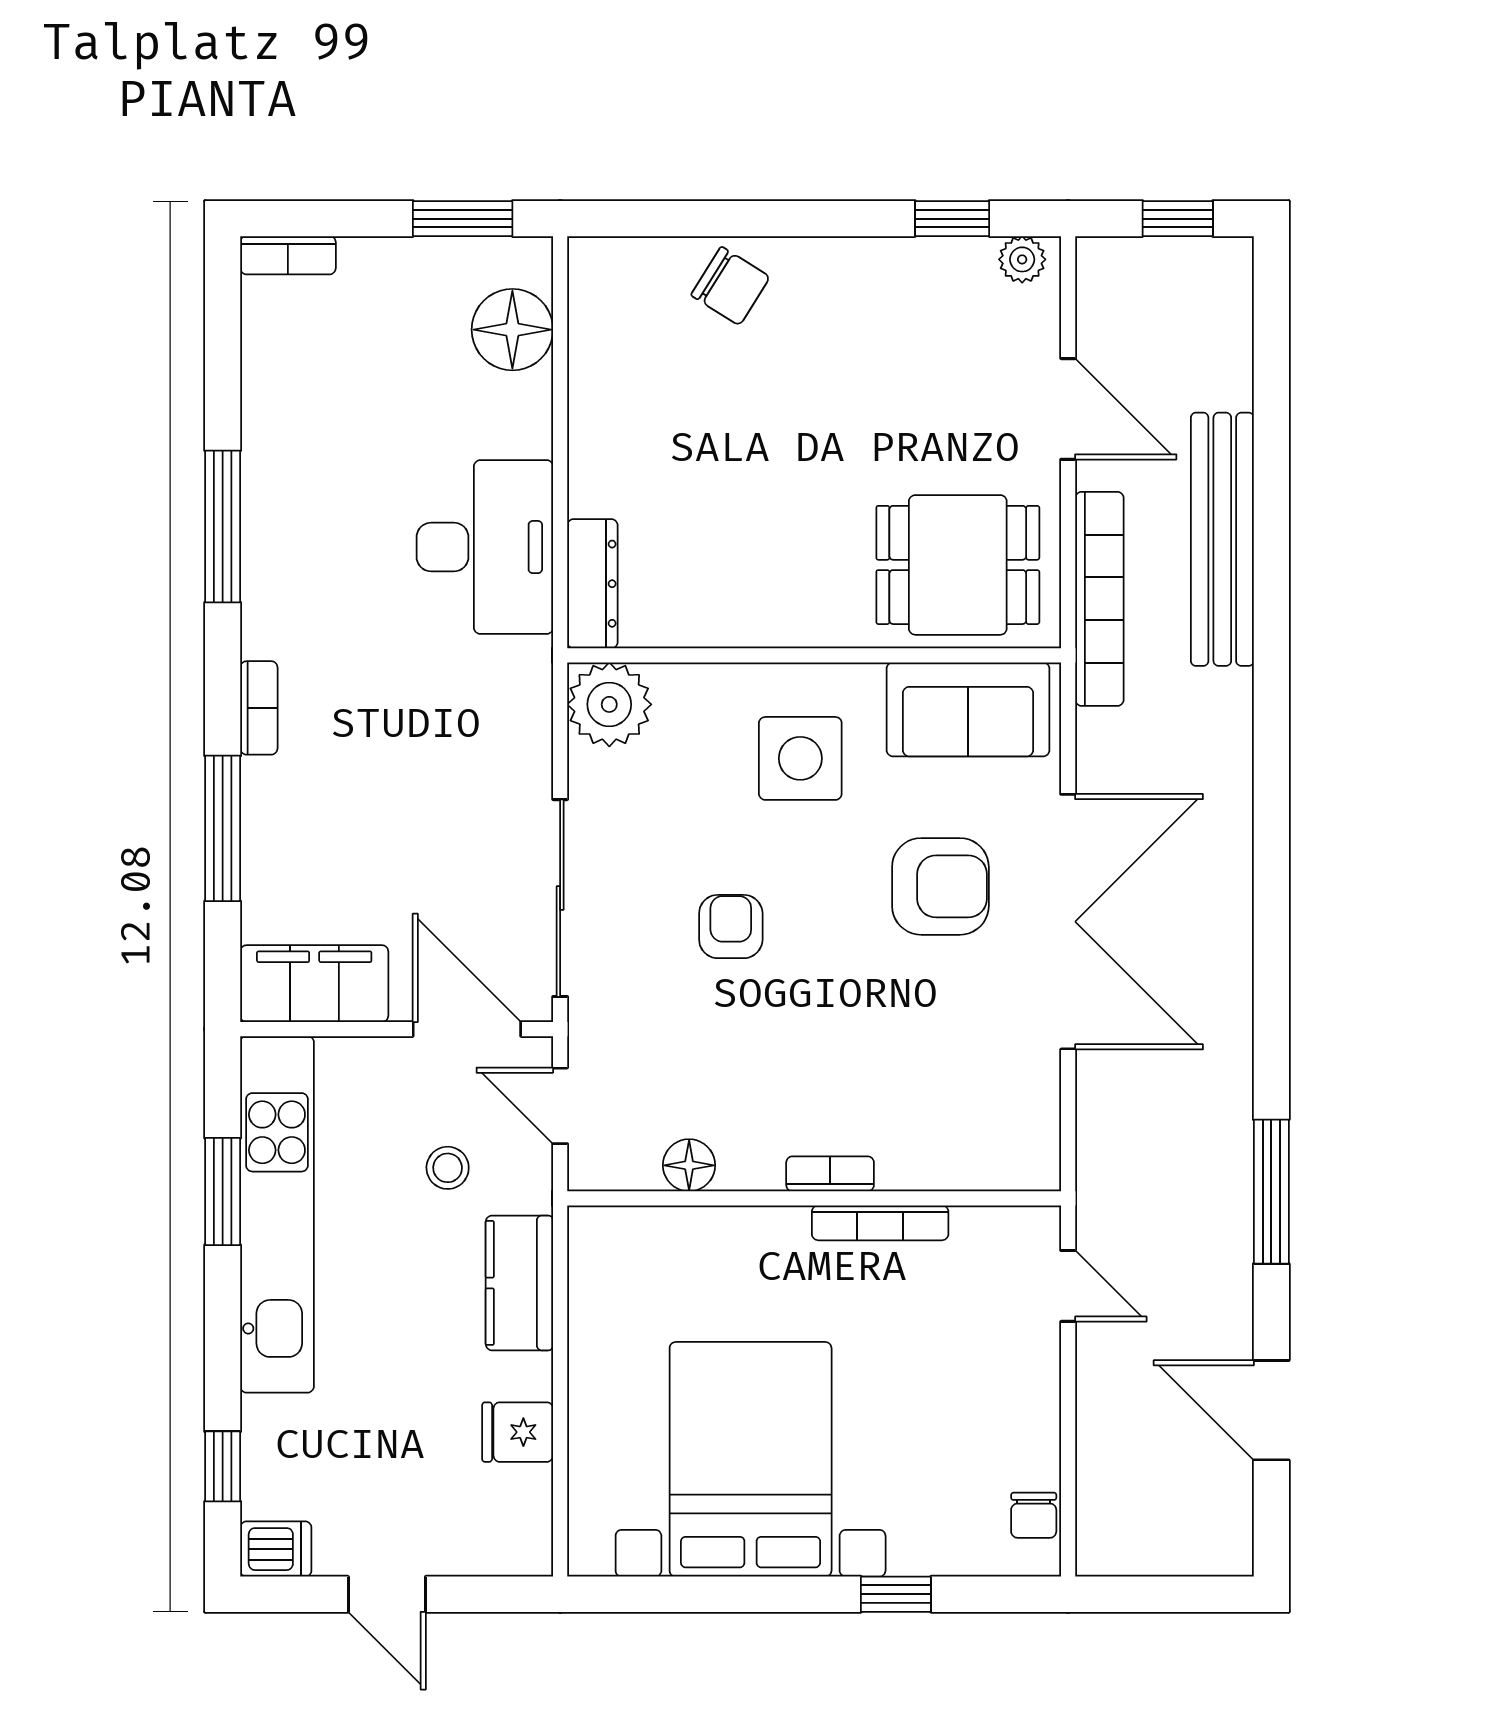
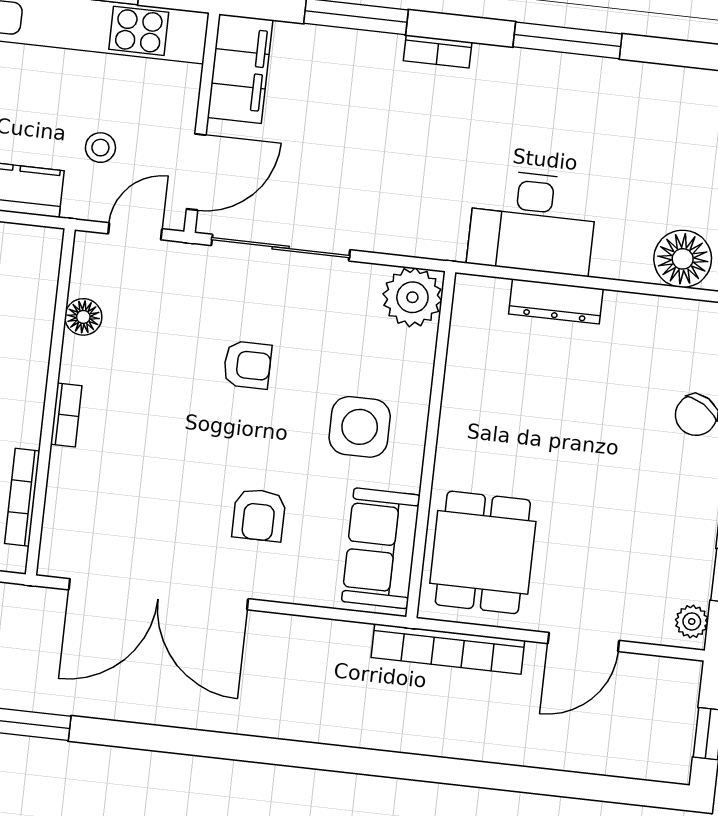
bench: (1222, 539) -> (480, 740), removed
dresser: (592, 584) -> (556, 301), moved
armchair: (940, 886) -> (259, 515), width x0.72, depth x0.72
double door: (1068, 922) -> (158, 594), moved
bookcase: (880, 1223) -> (22, 497), moved

